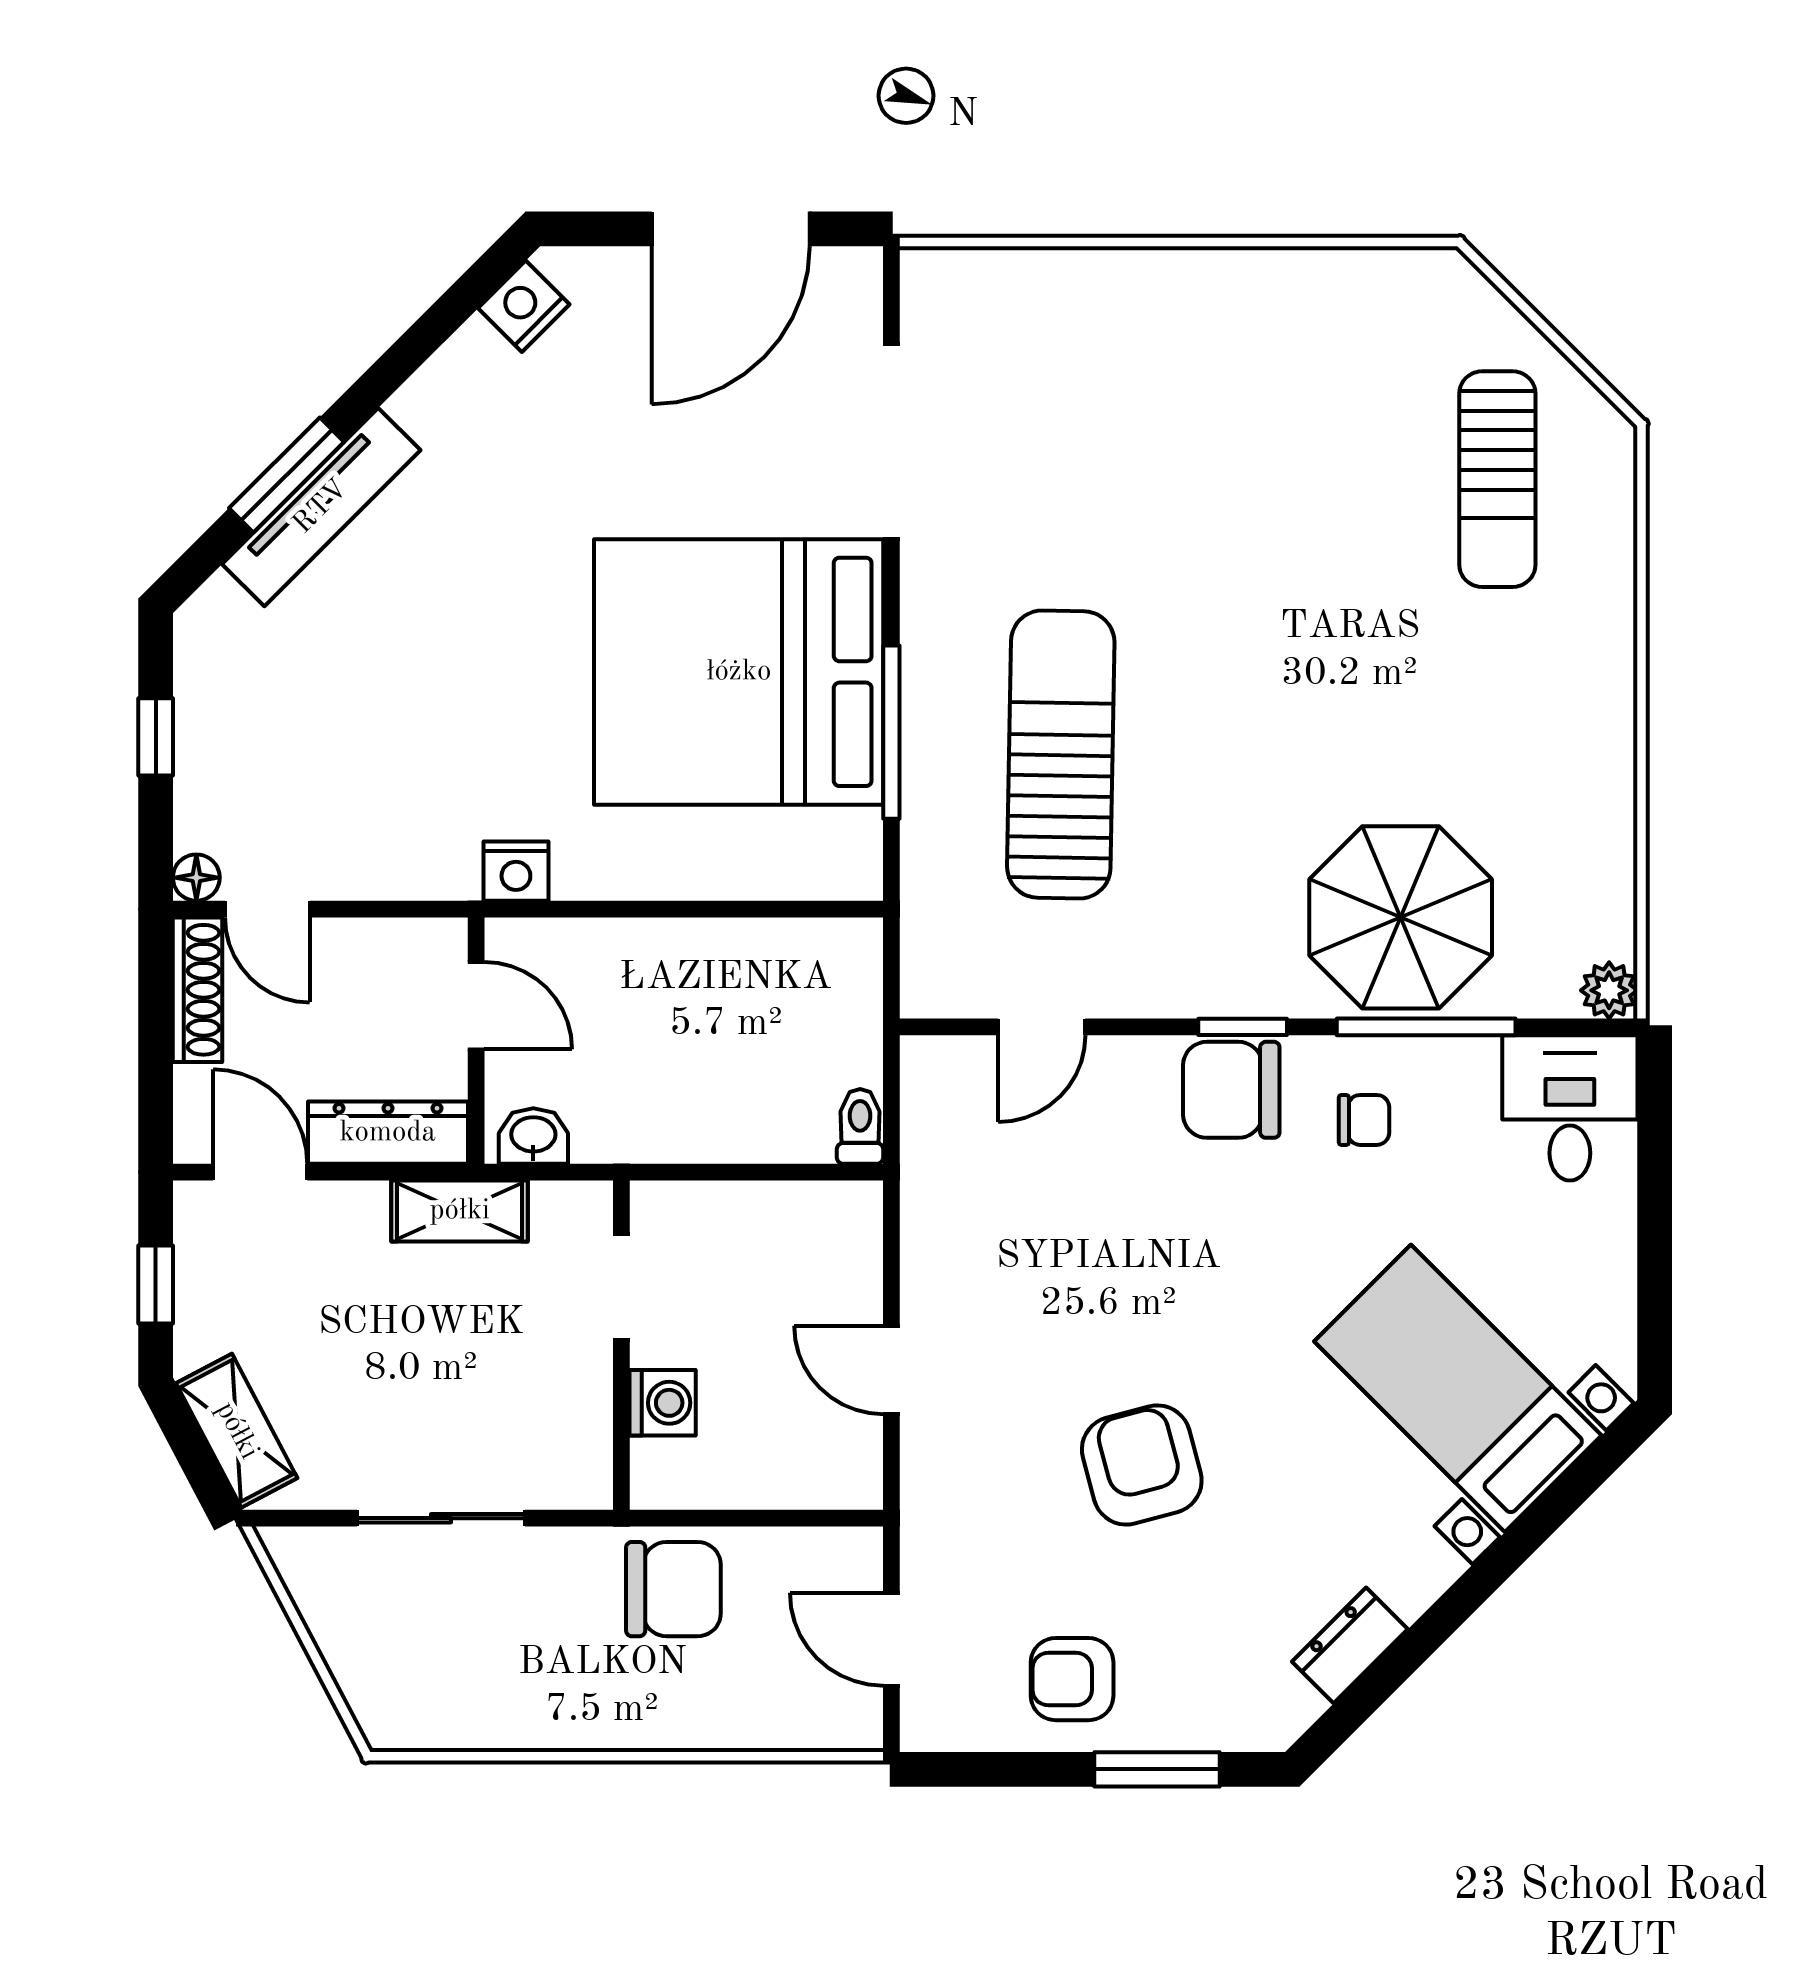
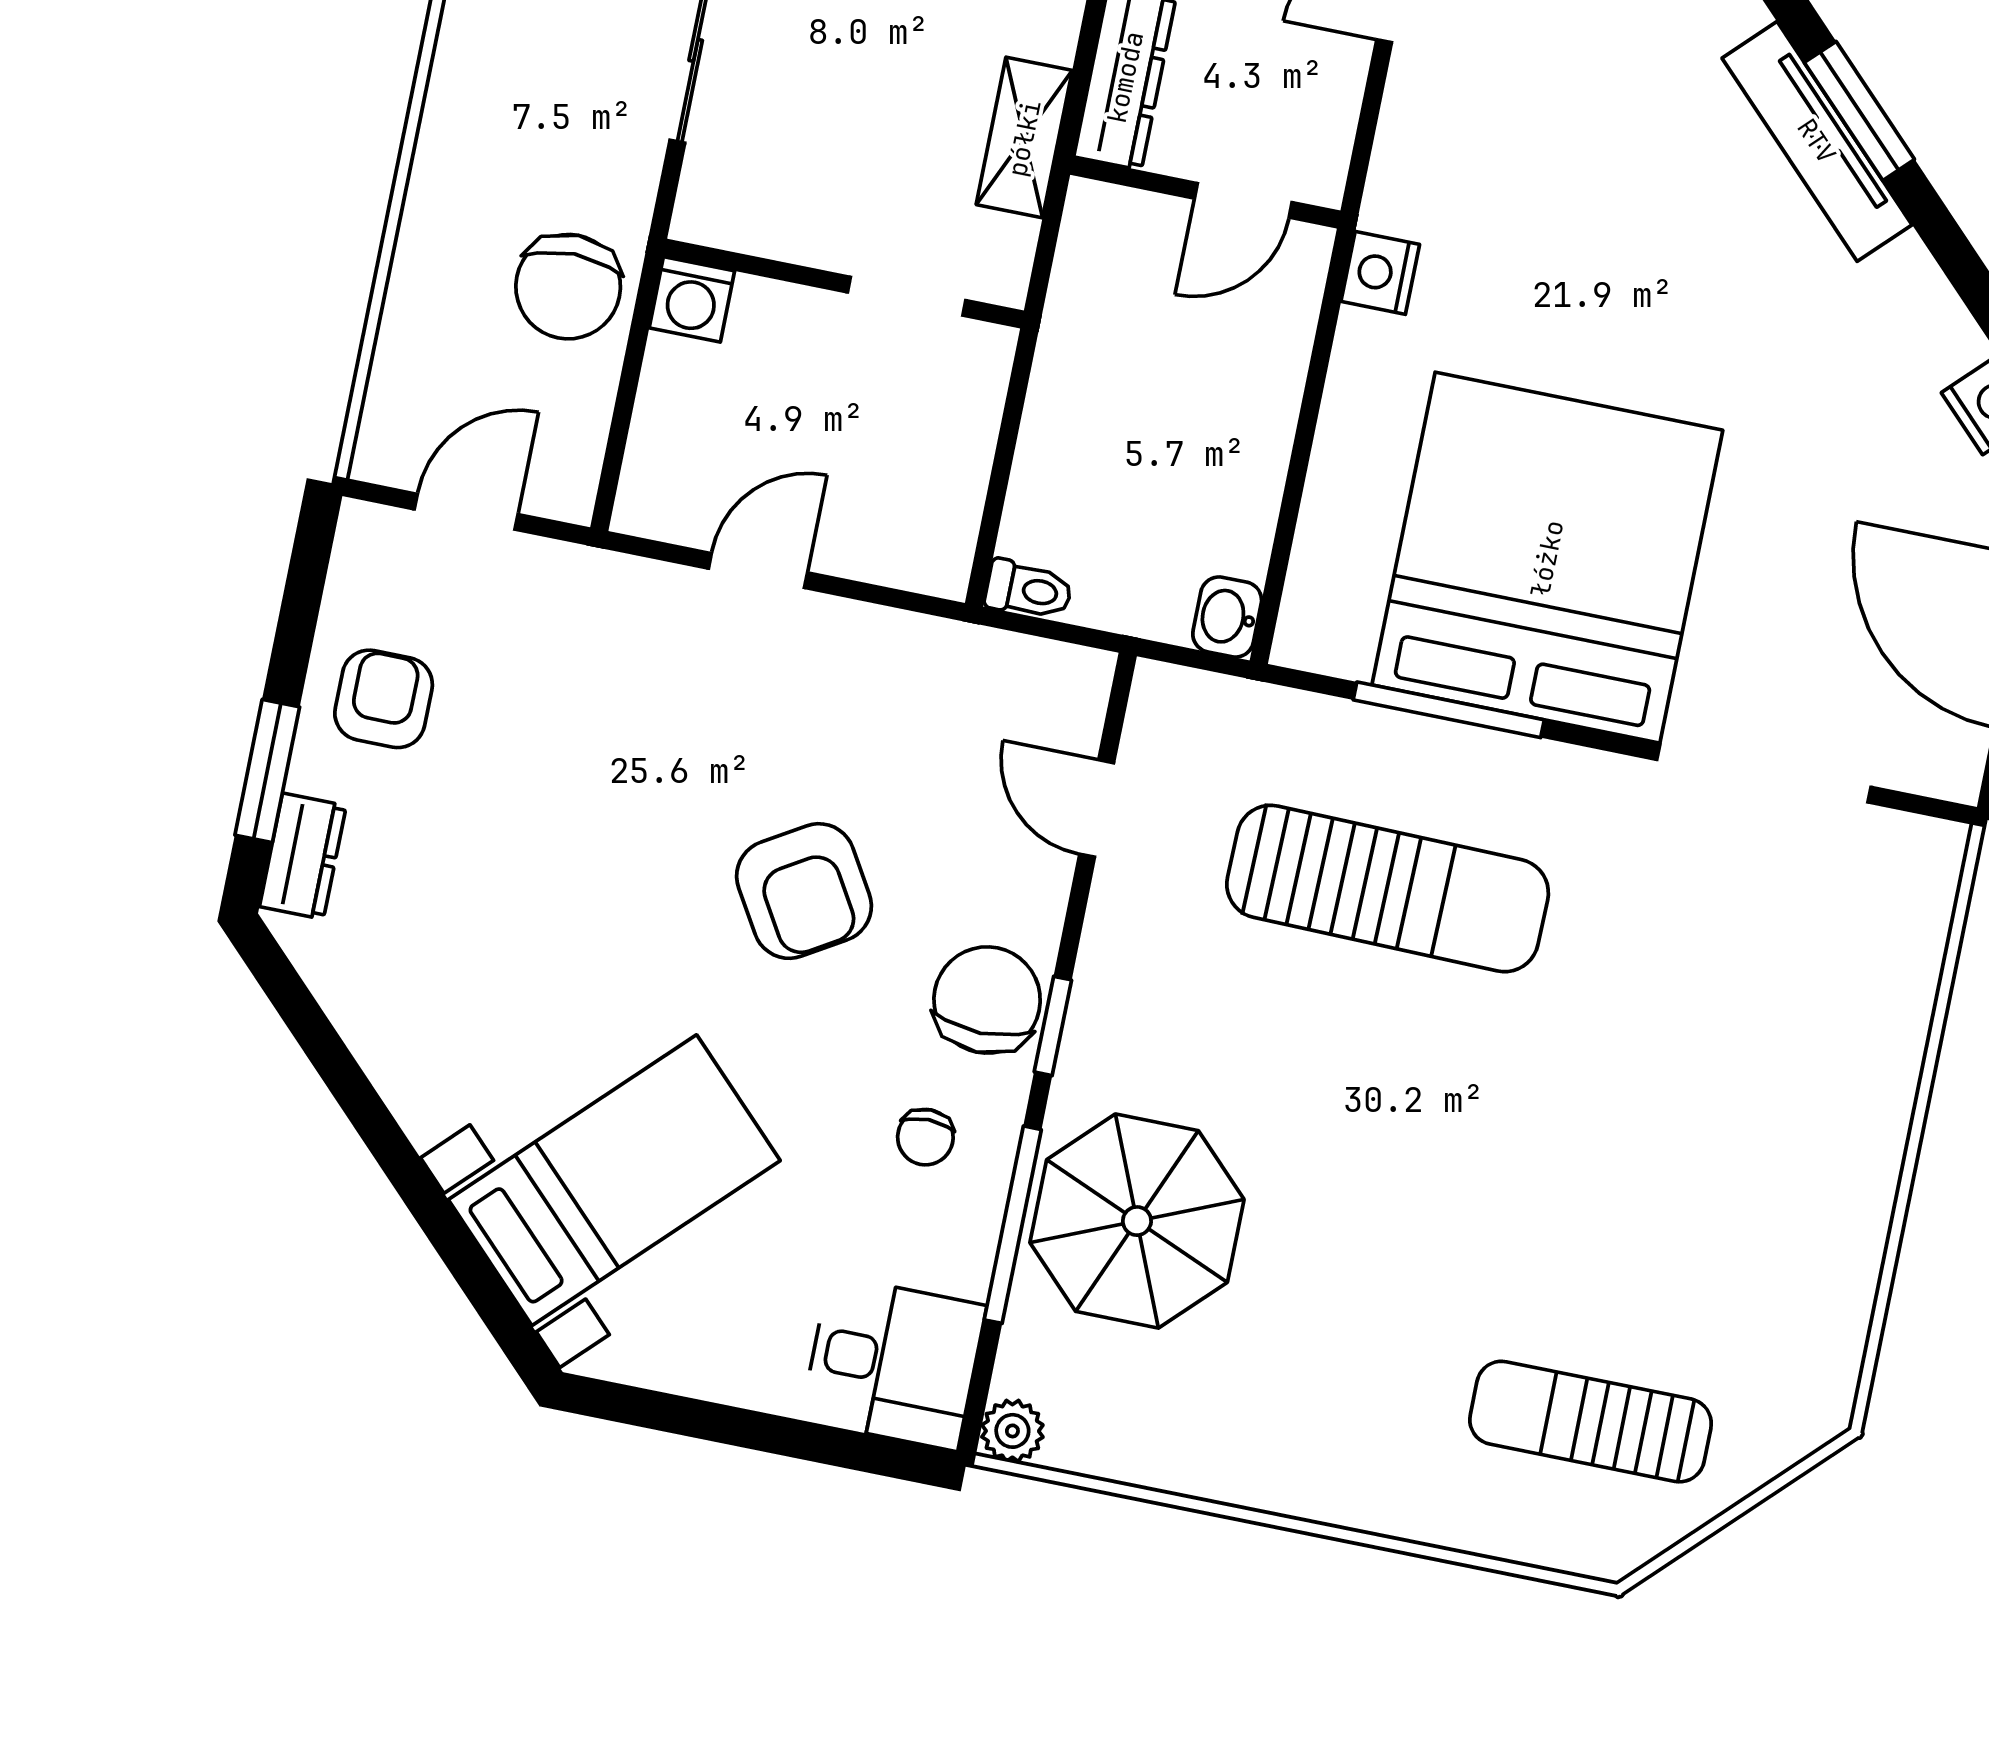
washbasin: (533, 1136) -> (1227, 617), moved, turned 180
washing machine: (663, 1403) -> (692, 299), moved
armchair: (1142, 1465) -> (804, 891), moved, turned 74
dresser: (1350, 1645) -> (303, 856), moved, turned 45

